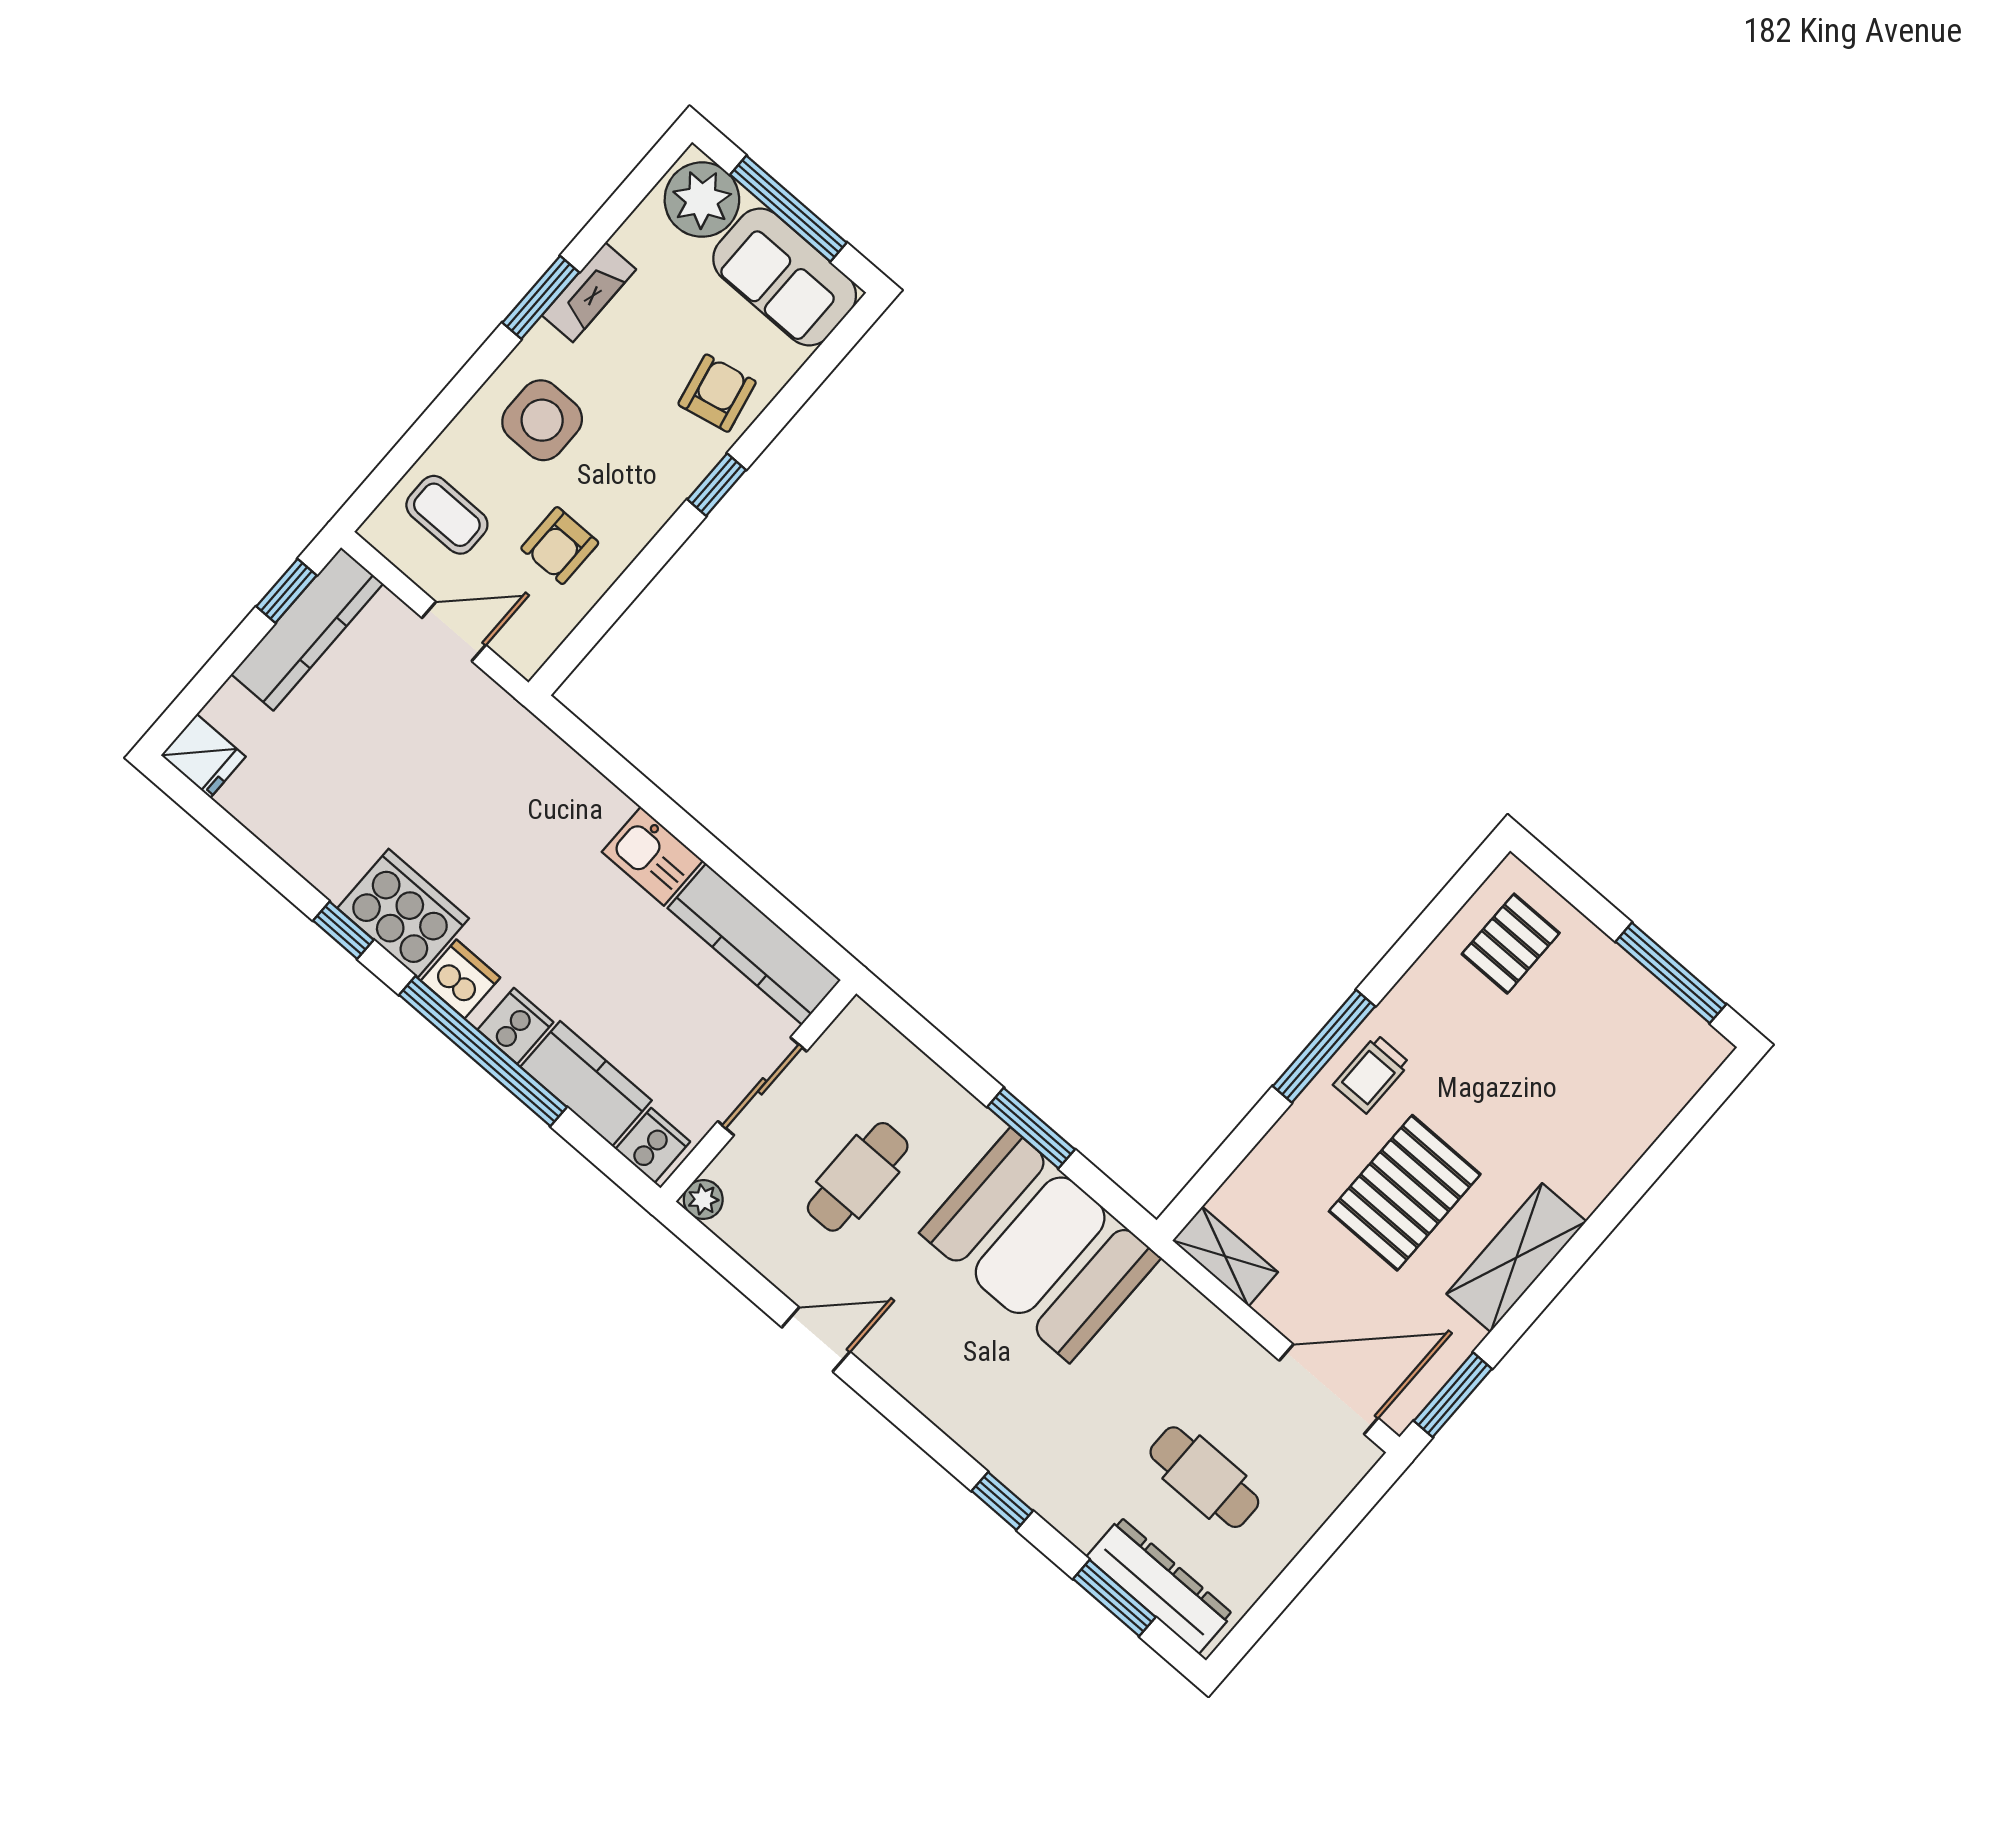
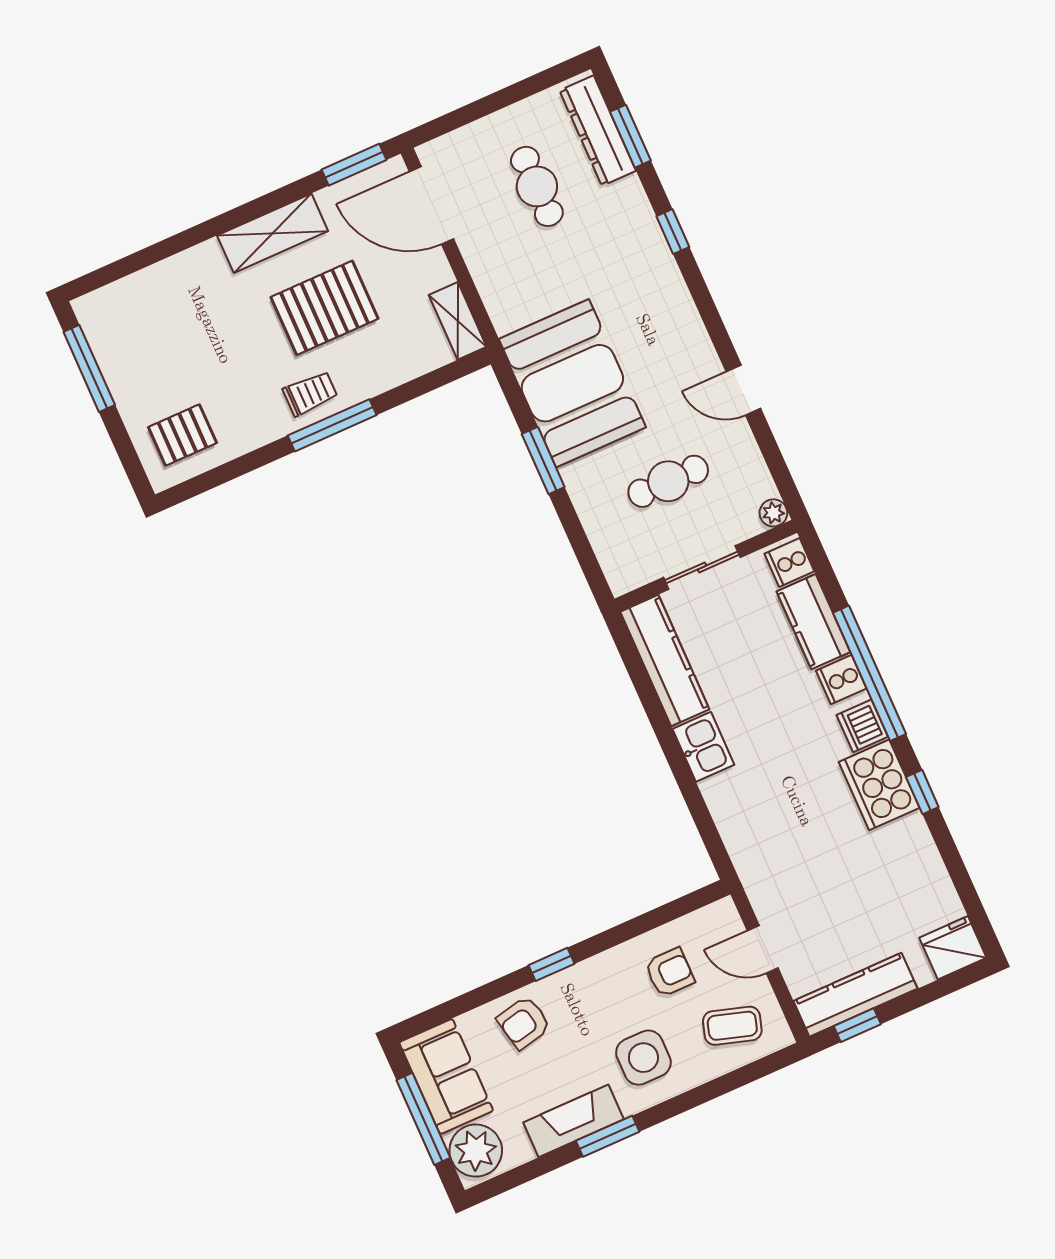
fireplace: (589, 292) -> (574, 1121), width x1.37, depth x1.32
coffee table: (447, 515) -> (732, 1026), turned -73
fridge: (203, 756) -> (953, 948), width x1.38

